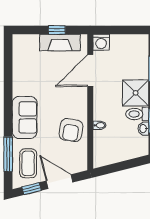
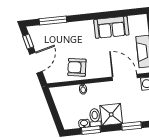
sofa: (25, 117) -> (111, 27), moved
coffee table: (28, 163) -> (48, 37), removed

